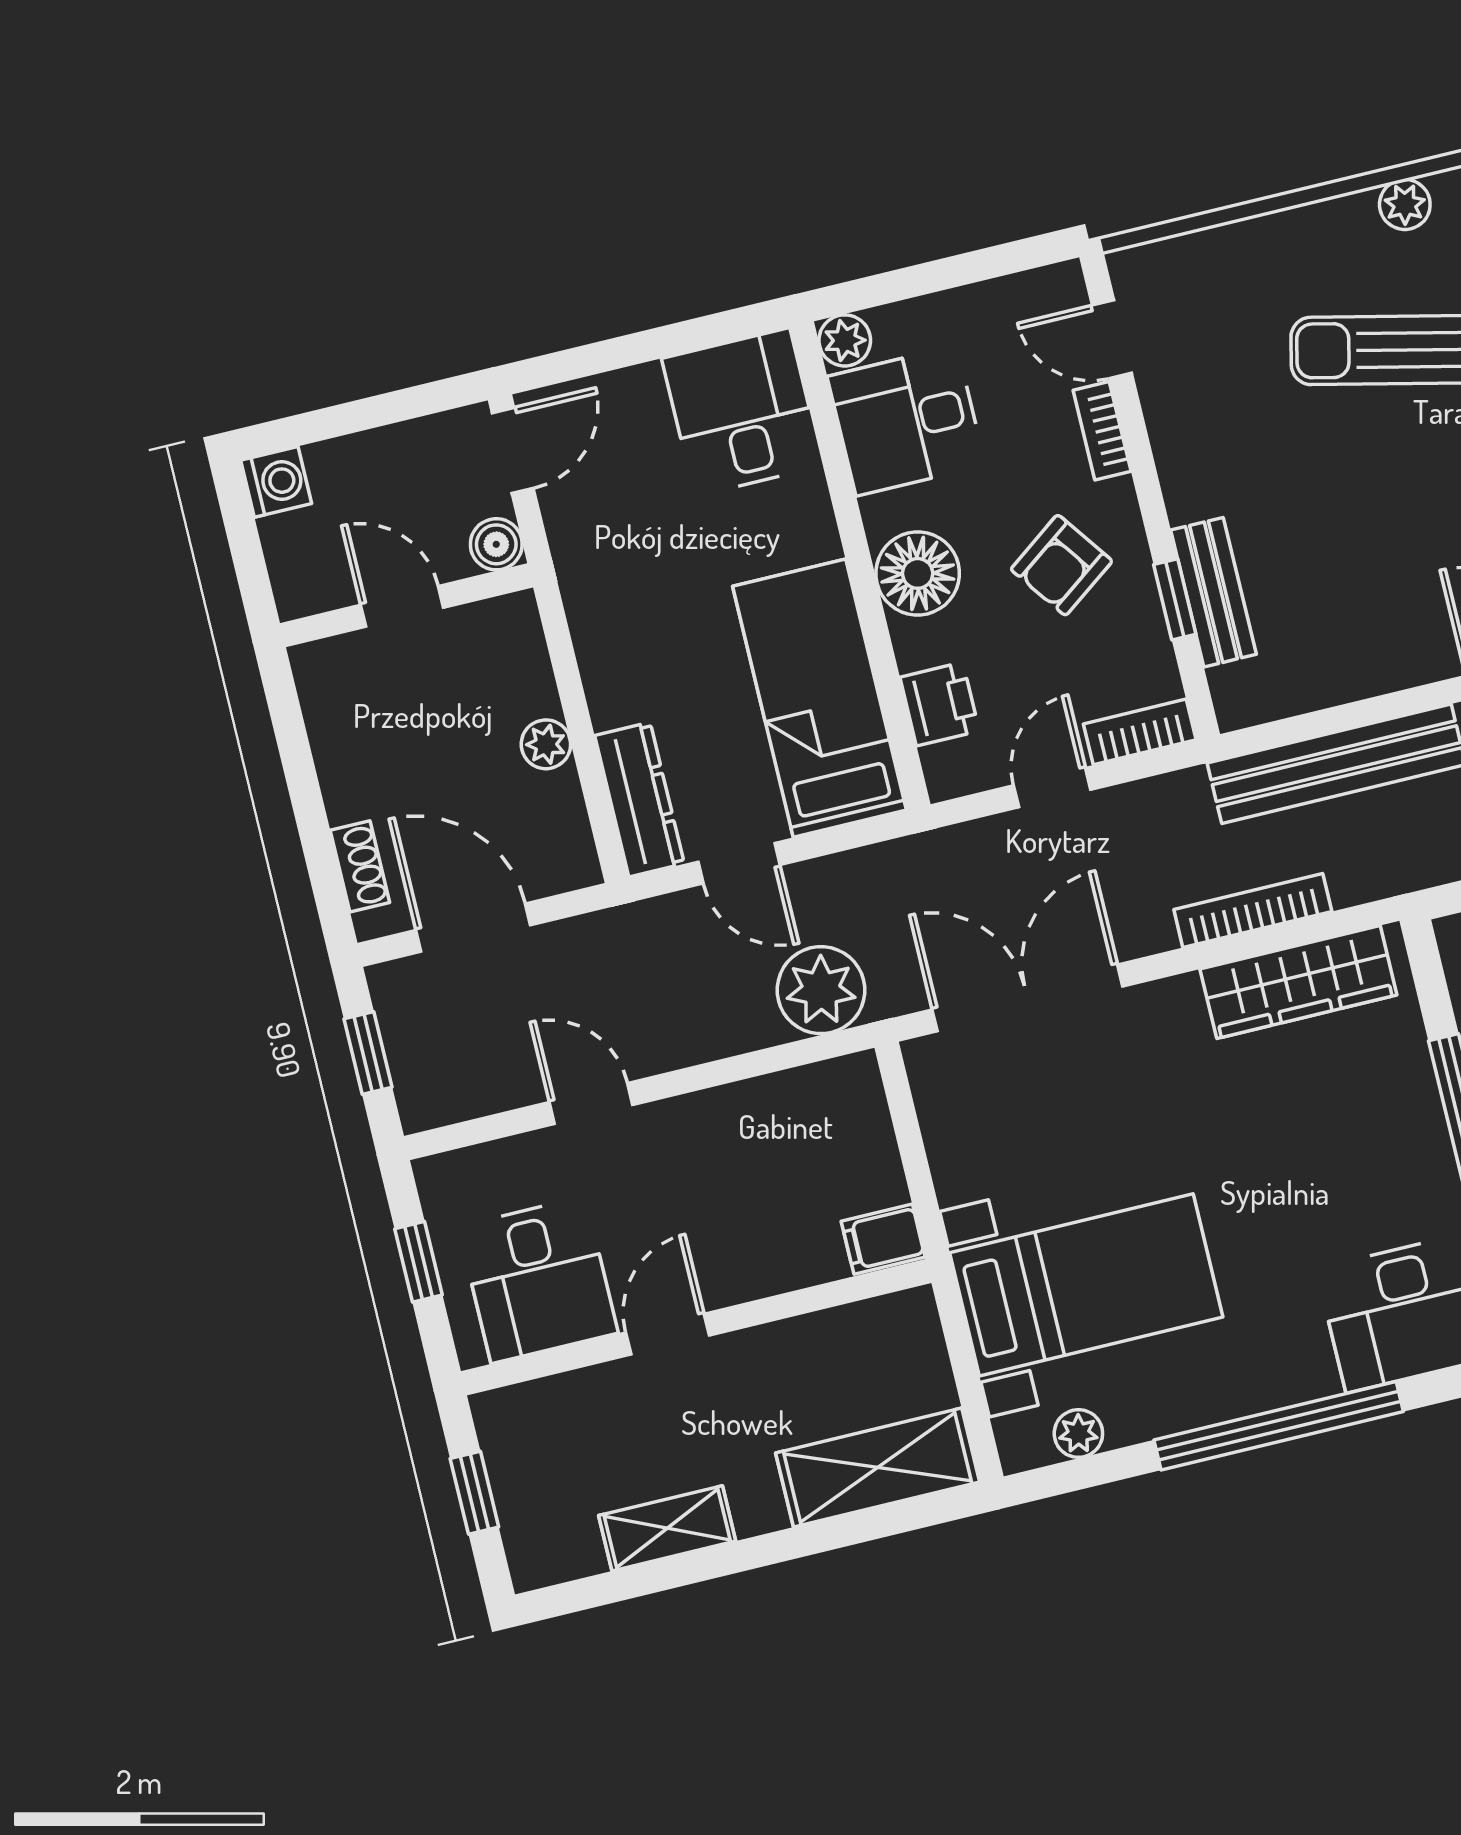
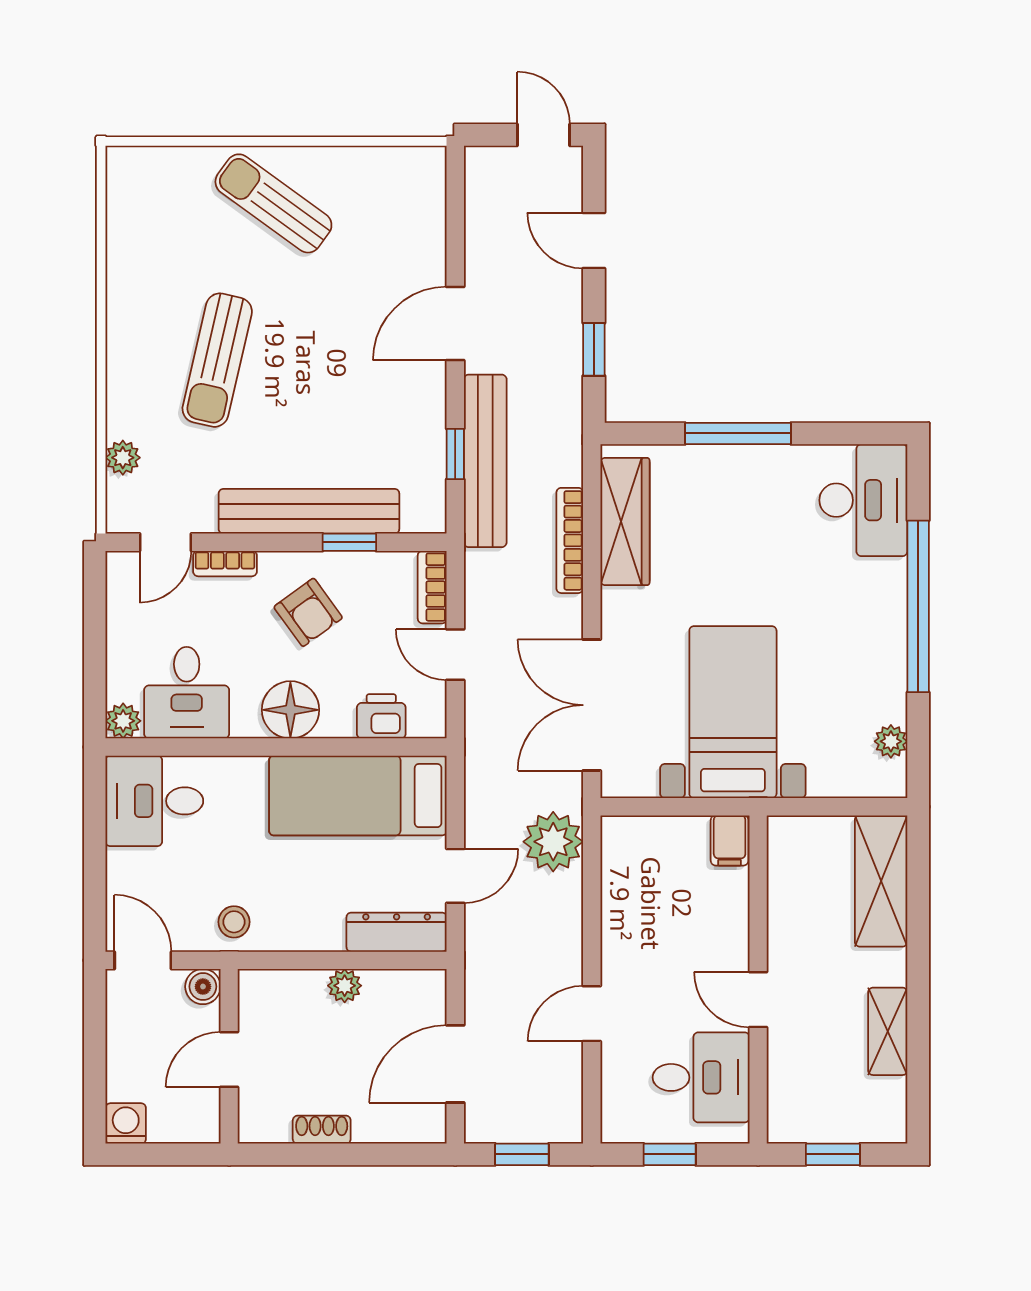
plant: (1405, 204) -> (123, 458), moved
stool: (598, 566) -> (234, 922), added
bench: (1214, 592) -> (309, 511), width x1.86, depth x1.21
window: (1336, 719) -> (455, 454), added
shoe rack: (360, 866) -> (322, 1130), moved
bed with nightstands: (1086, 1285) -> (733, 712), moved

